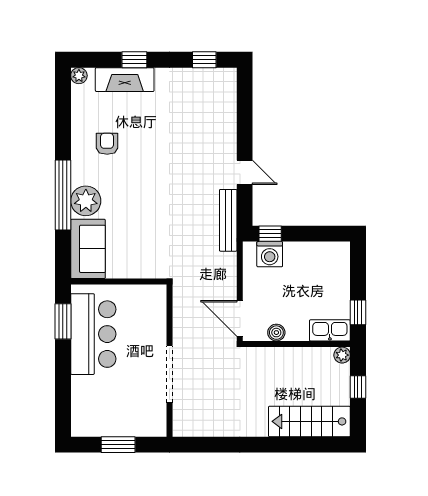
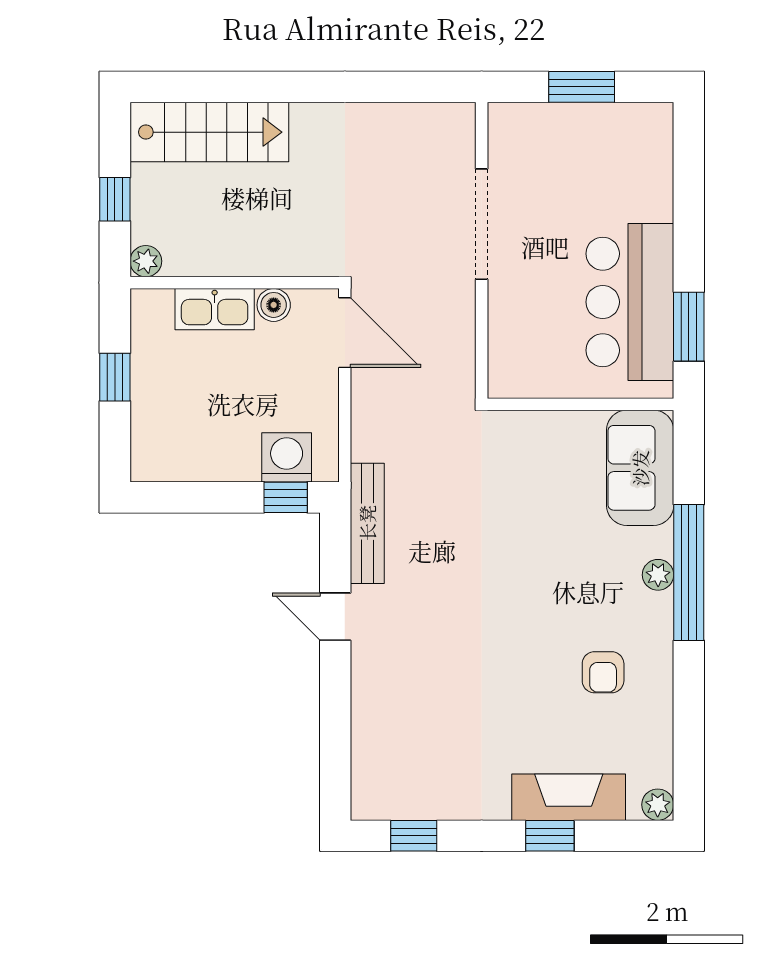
plant: (86, 201) -> (658, 575), width x0.53, depth x0.53
window: (358, 312) -> (115, 377), moved
kitchen sink: (330, 330) -> (215, 309), moved

